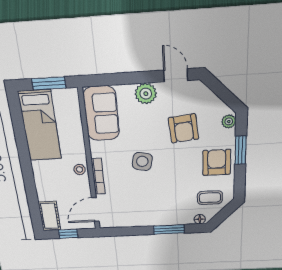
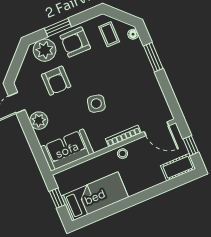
window: (49, 83) -> (57, 198), width x0.67
plant: (229, 121) -> (45, 50), width x1.87, depth x1.87
armchair: (184, 128) -> (56, 81), turned 96

